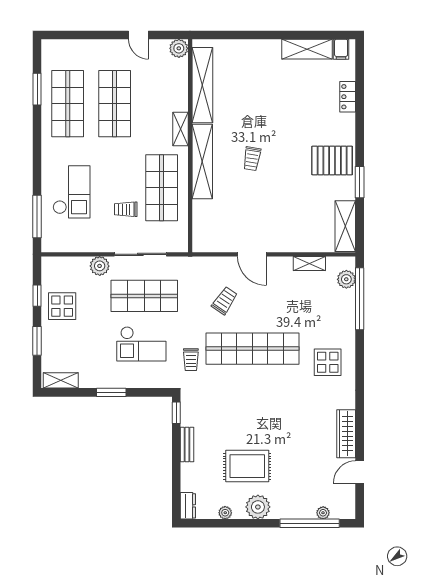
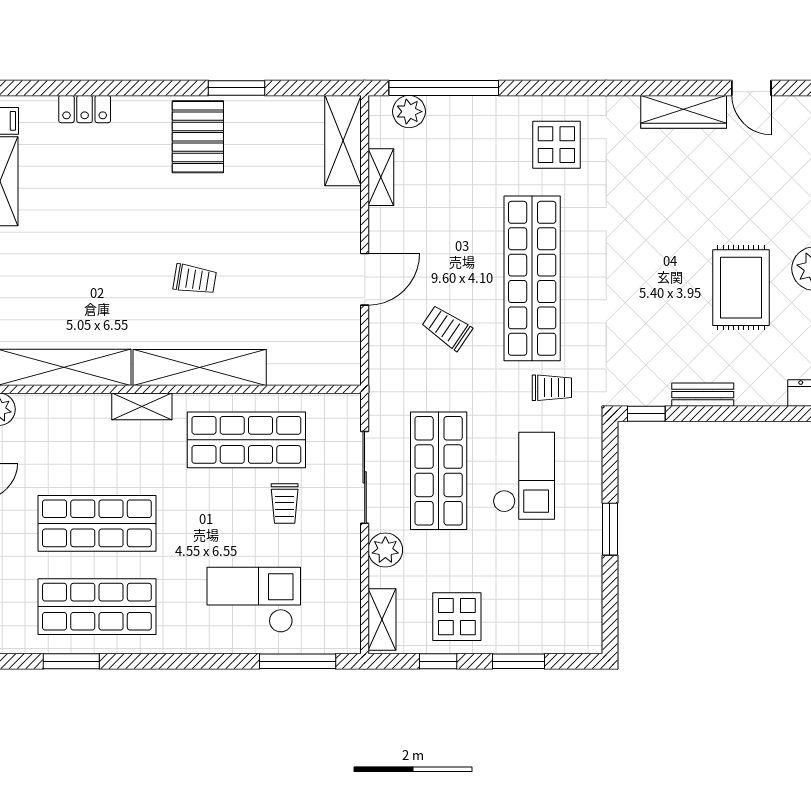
shelving: (345, 226) -> (343, 141), moved, turned 90
shelving: (61, 380) -> (382, 620), moved

